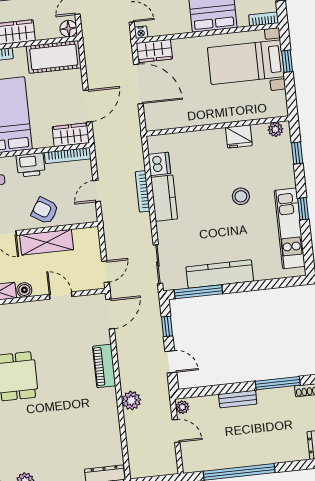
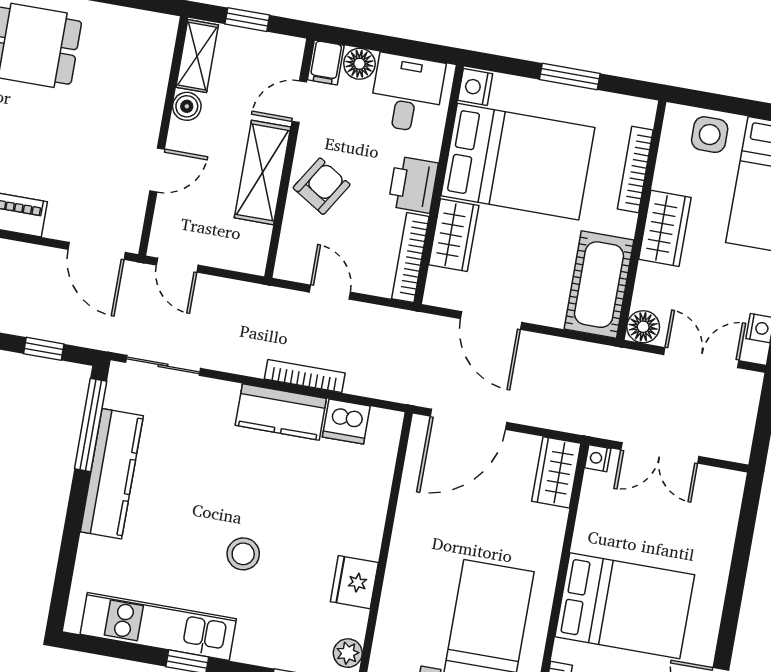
door: (138, 84) -> (468, 419), moved
wardrobe: (71, 135) -> (454, 235), moved

